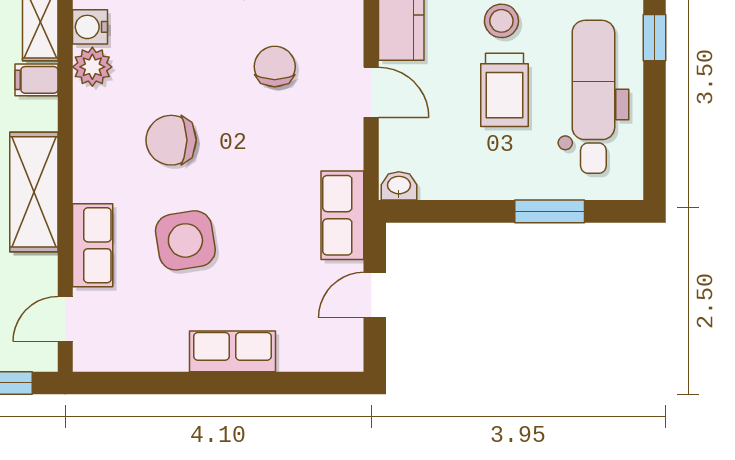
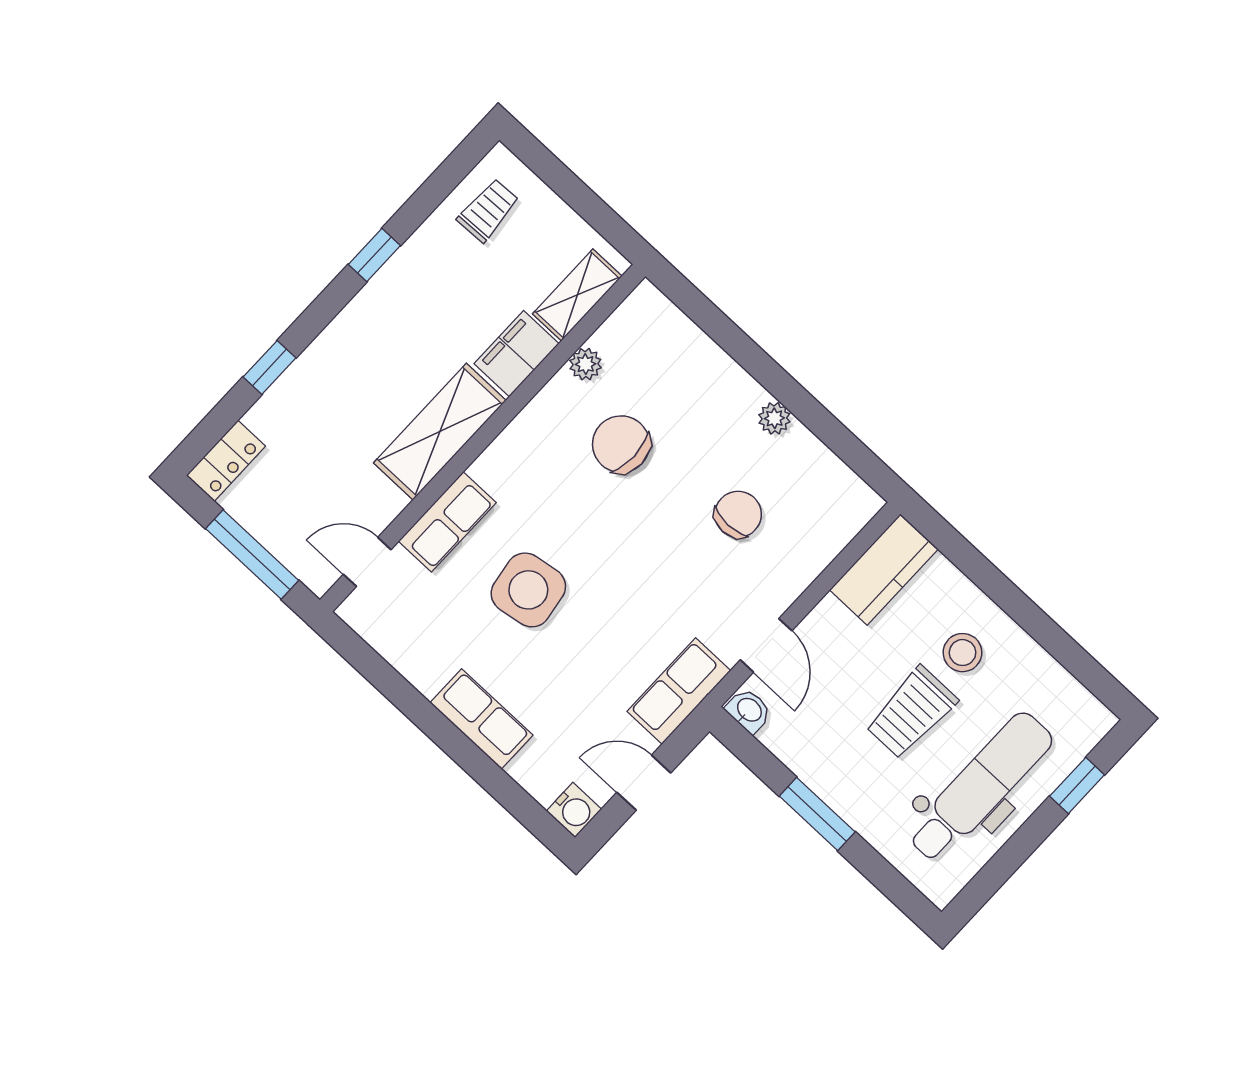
water cooler: (90, 27) -> (574, 810), moved, turned 180
plant: (92, 67) -> (585, 364), width x0.73, depth x0.73
filing cabinet: (36, 80) -> (517, 354), width x2.00
door: (371, 92) -> (766, 645), moved
chair: (171, 140) -> (621, 444), moved
window: (550, 211) -> (817, 814), moved

